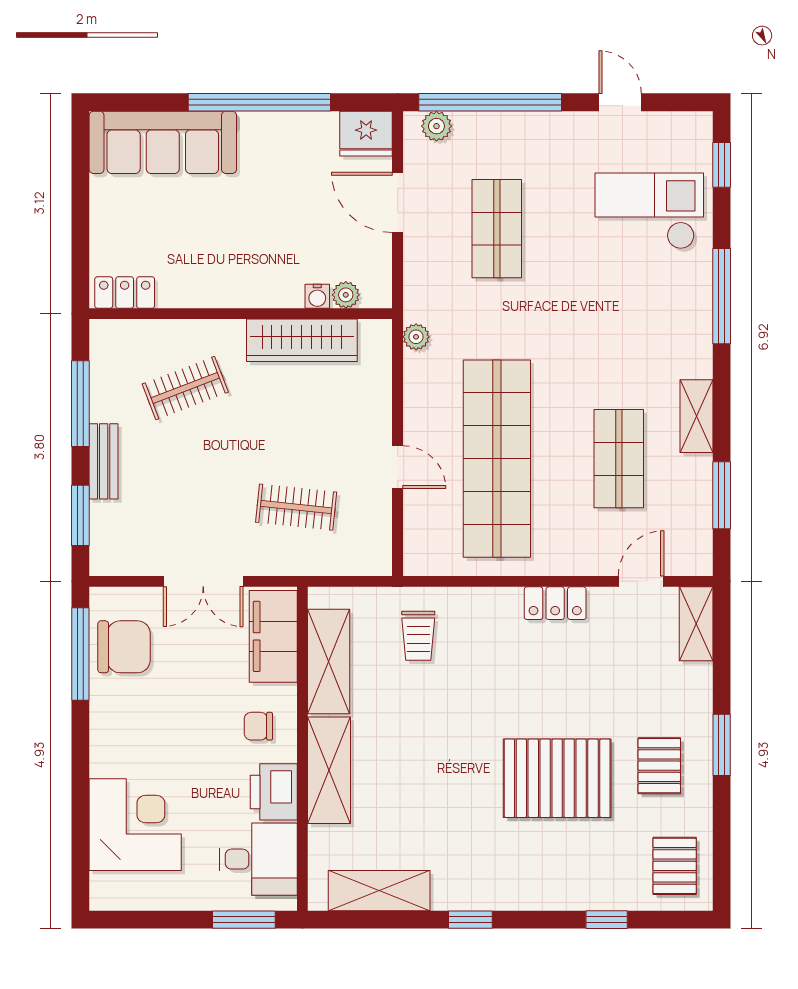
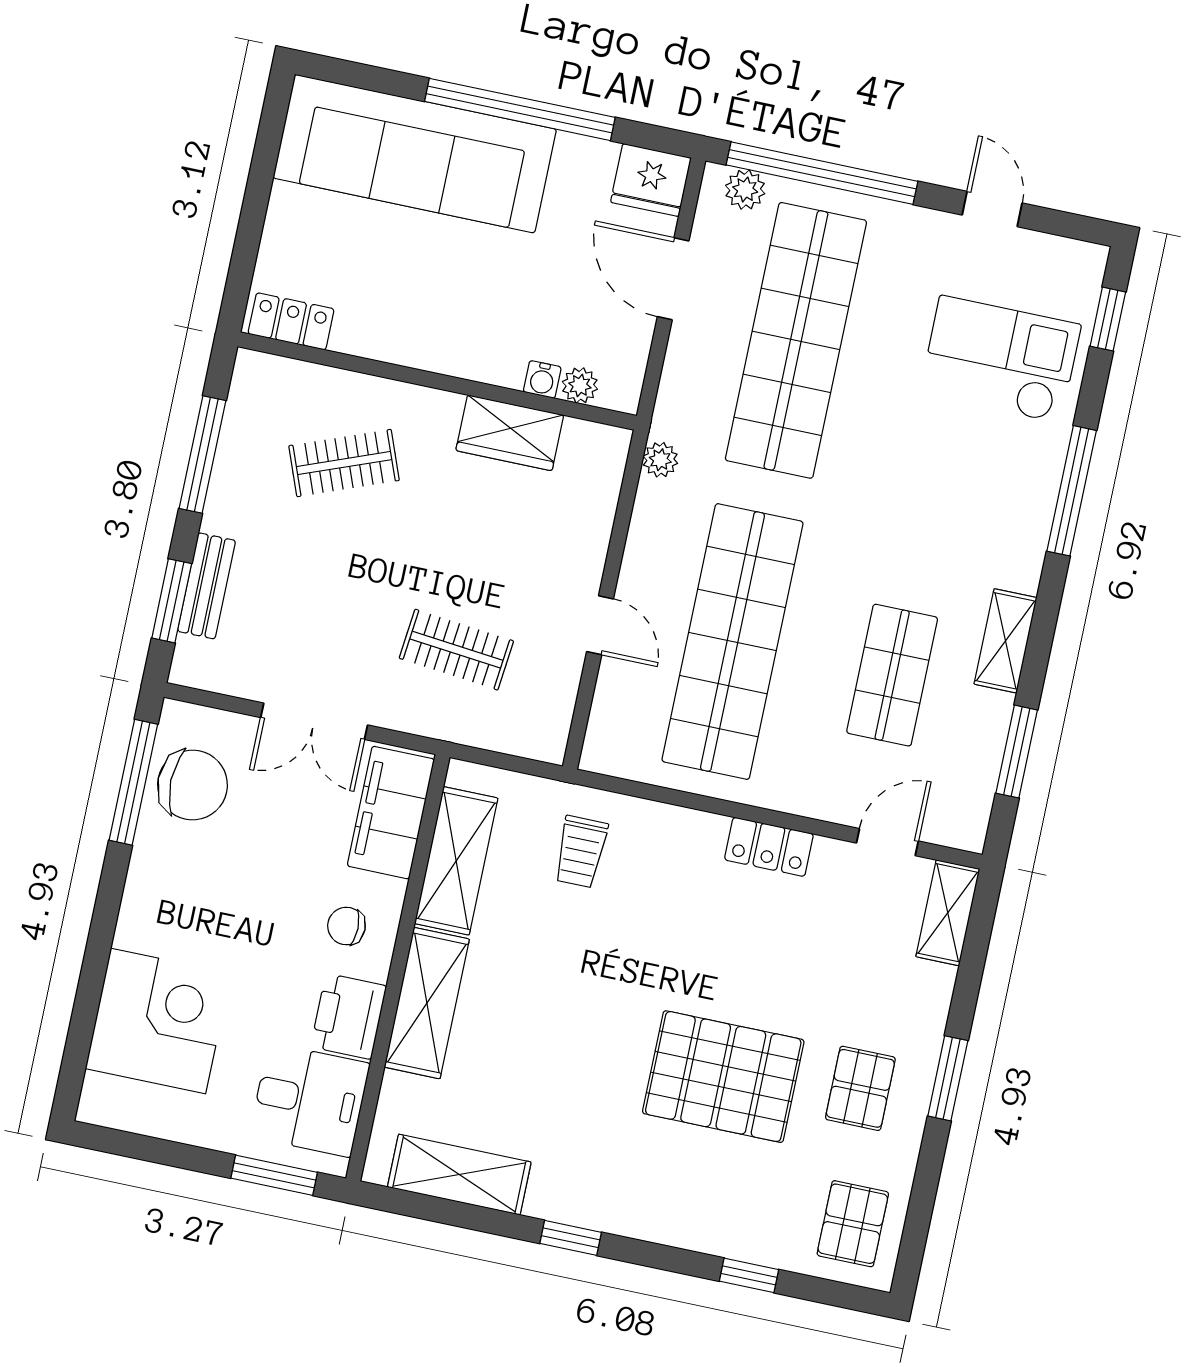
sofa: (163, 142) -> (415, 154), width x1.36, depth x1.27
shop shelf: (497, 229) -> (796, 340), width x2.00, depth x1.36
wardrobe: (302, 340) -> (510, 433), width x0.67
bench: (104, 461) -> (207, 586), moved

